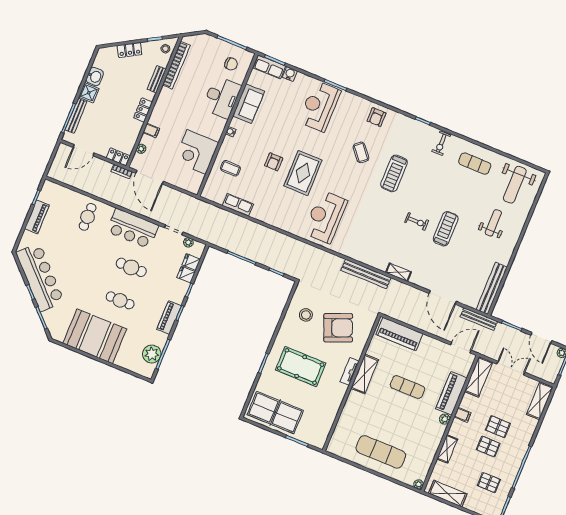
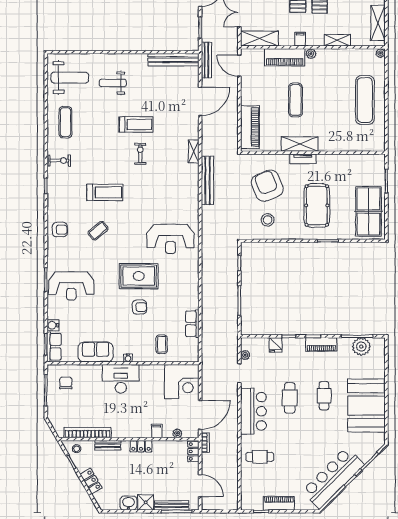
desk: (222, 97) -> (121, 379), moved
corner desk: (196, 152) -> (182, 382), moved
treadmill: (446, 229) -> (136, 124), turned 180
fridge: (191, 262) -> (262, 345), removed

